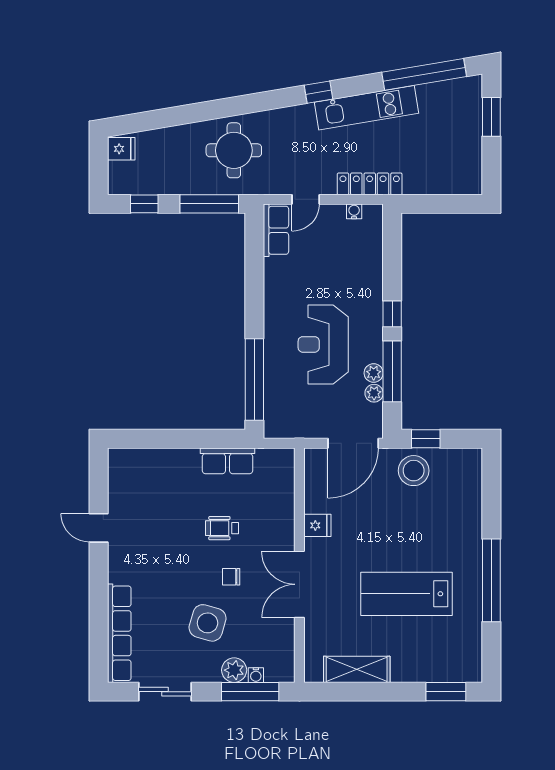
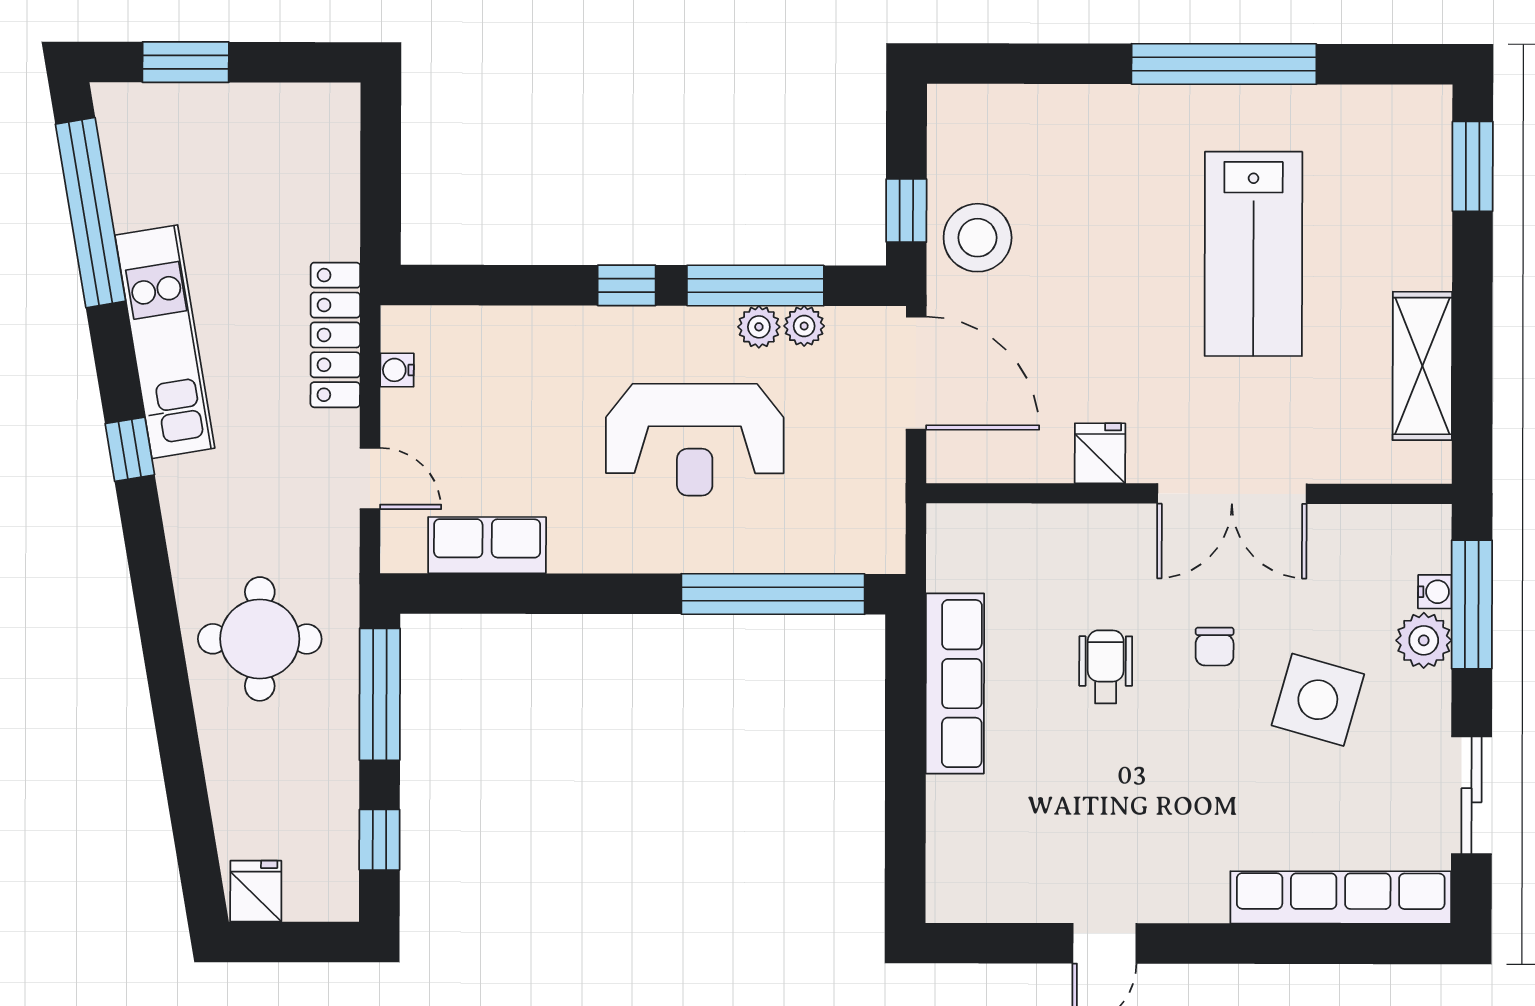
row of seats: (276, 230) -> (487, 545), moved
row of seats: (227, 461) -> (955, 684), width x1.48
wheelchair: (222, 528) -> (1106, 667), turned 180

